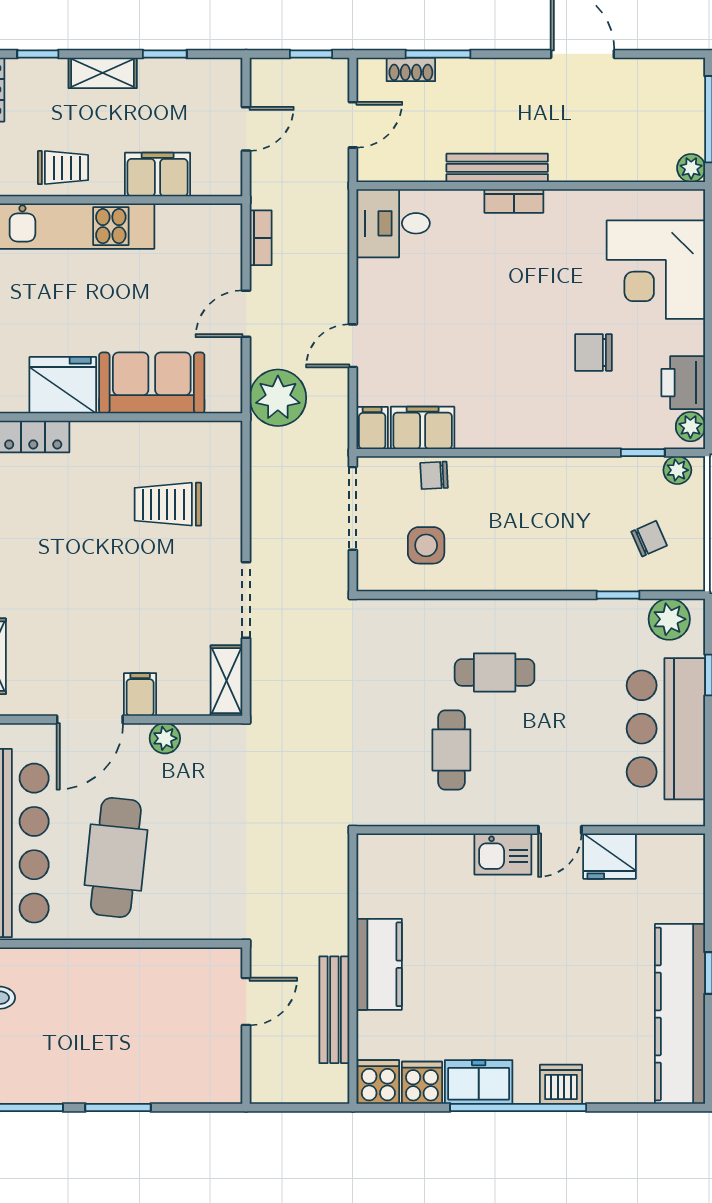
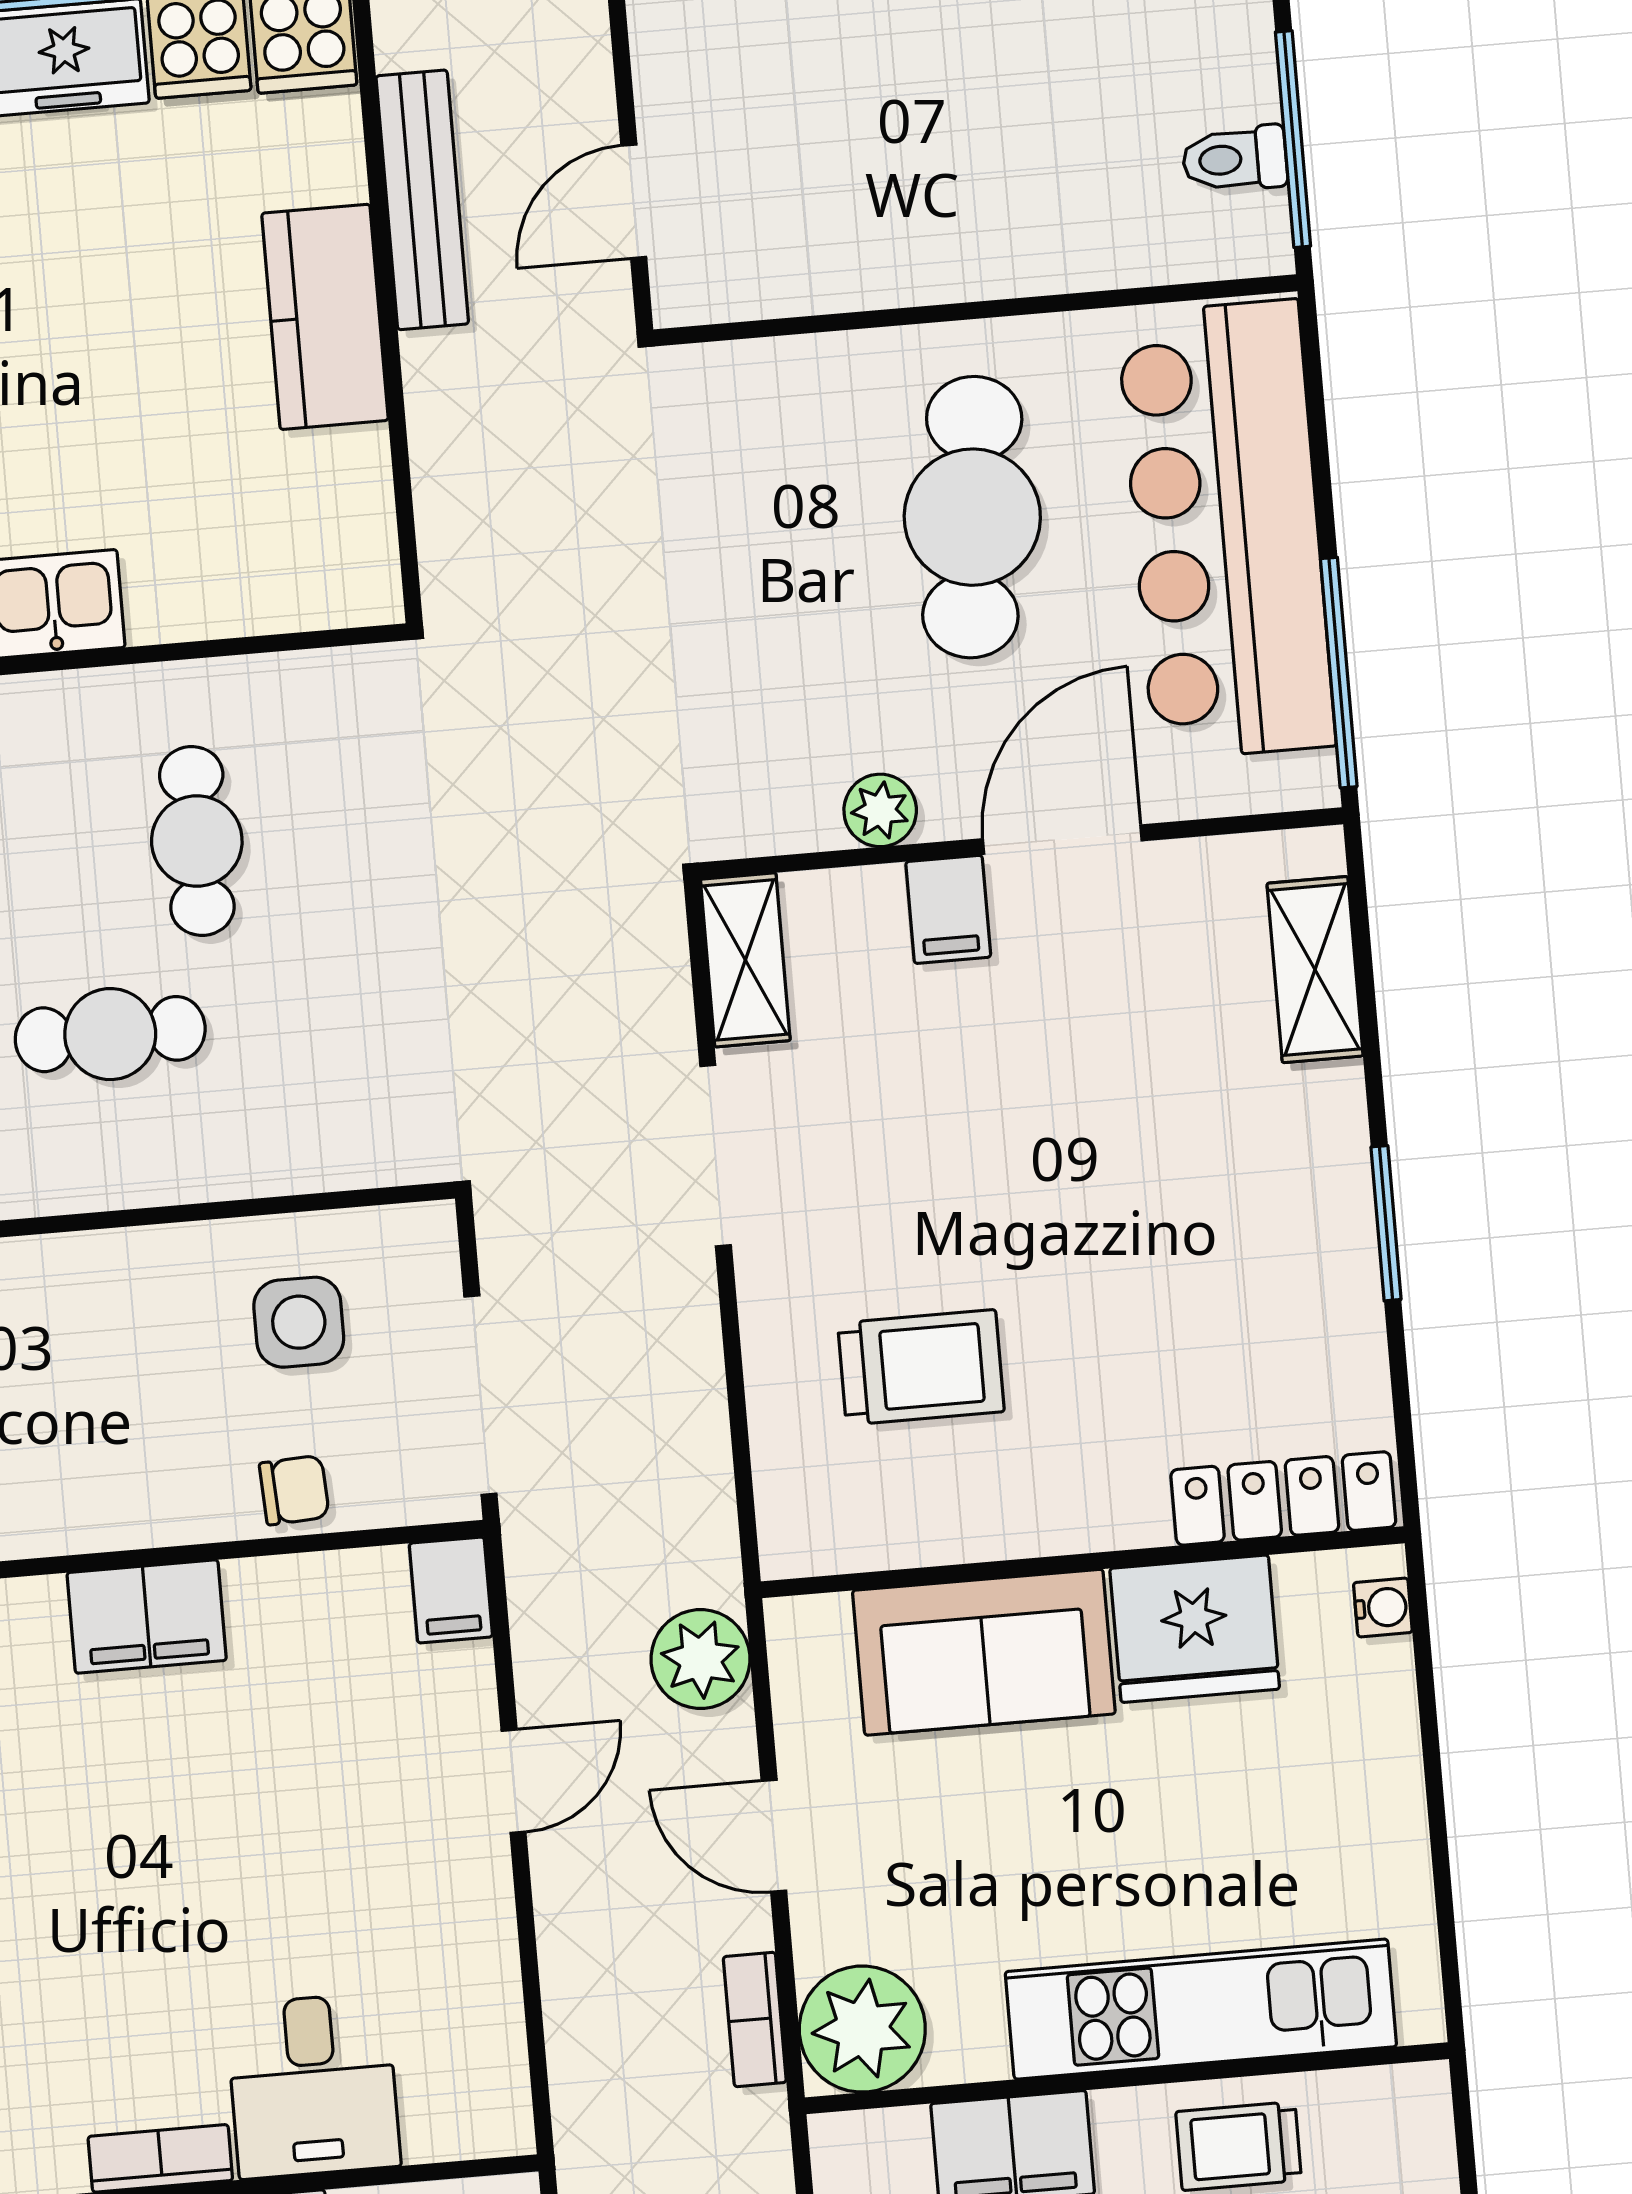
desk: (393, 223) -> (313, 2086), moved, turned 90
plant: (216, 230) -> (862, 2029), added
door: (246, 314) -> (774, 1836), swing flipped
plant: (278, 398) -> (701, 1659), width x0.73, depth x0.73
filing cabinet: (423, 428) -> (147, 1617), moved

